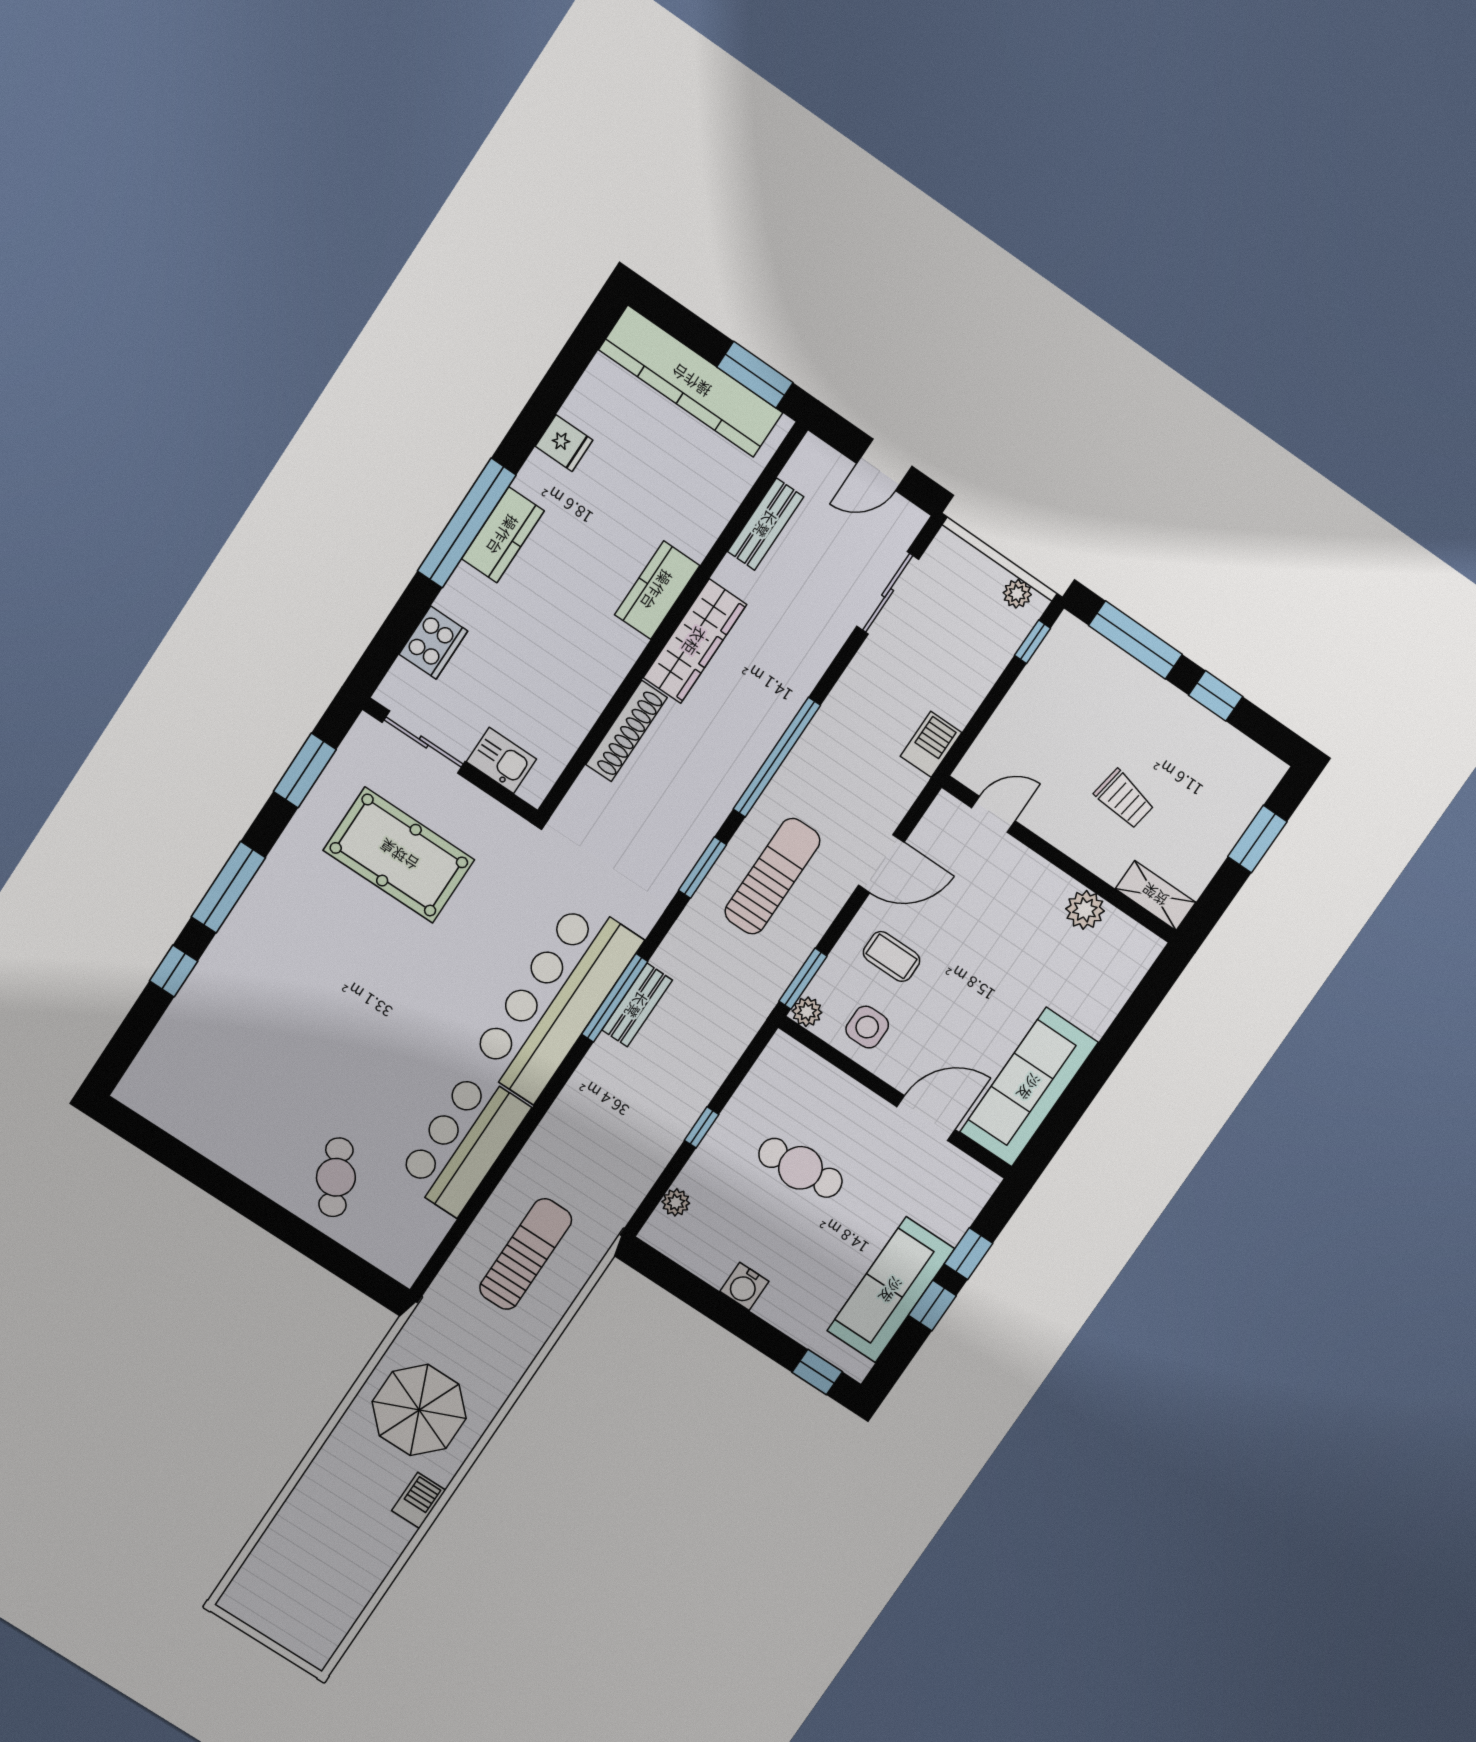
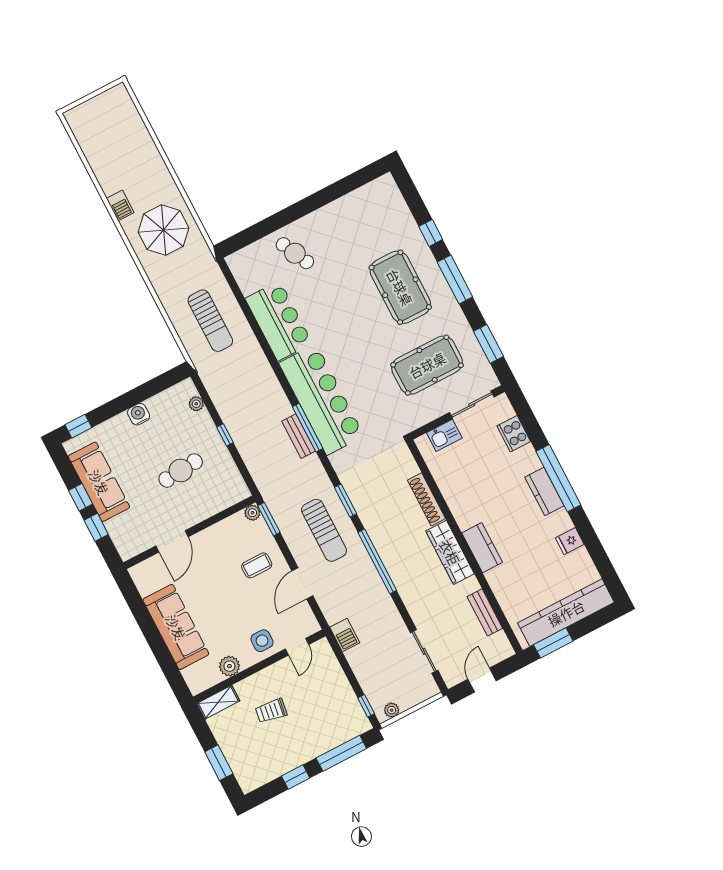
pool table: (293, 972) -> (400, 287), added
side table: (867, 1027) -> (262, 641), moved
sofa: (1029, 1087) -> (176, 627), moved

